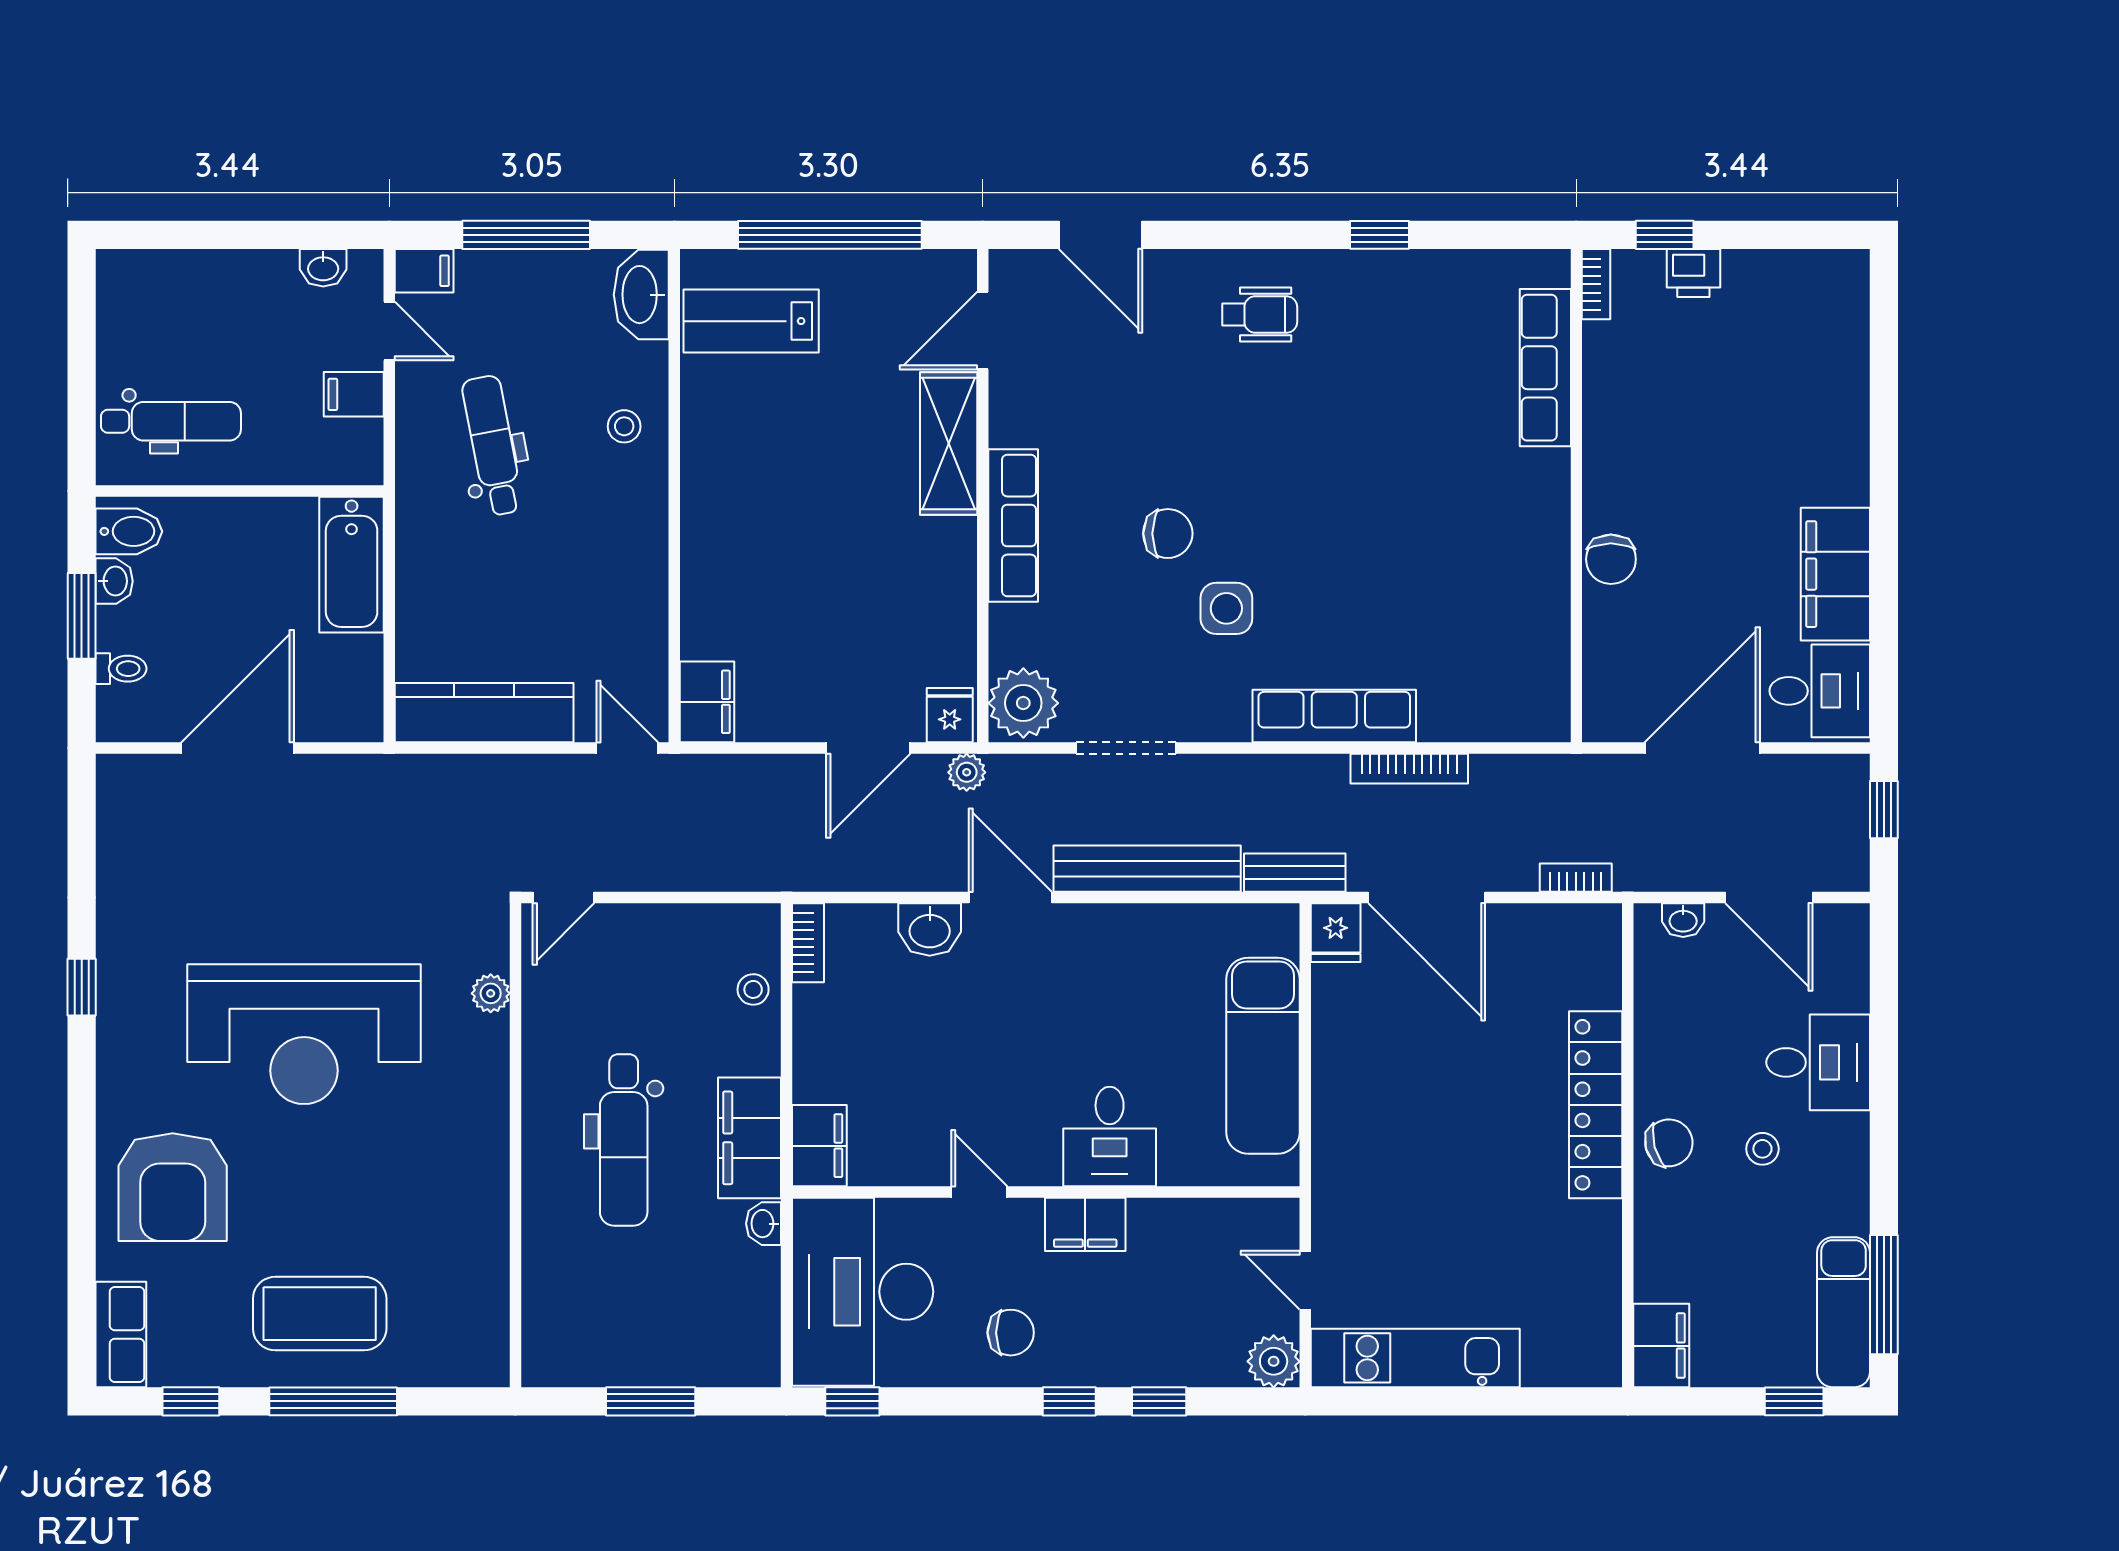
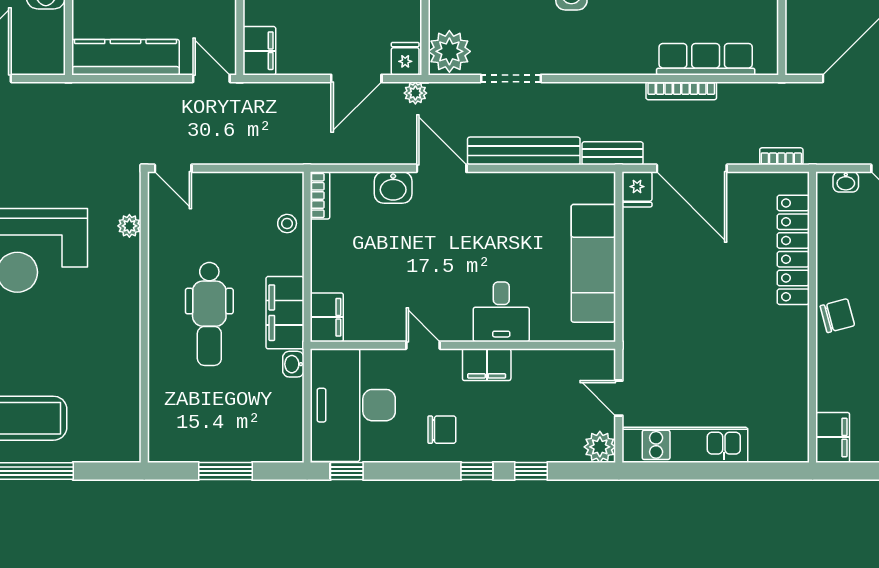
row of seats: (1334, 716) -> (706, 59), moved
door: (563, 898) -> (173, 168), hinge flipped
locker: (1596, 1105) -> (793, 250), moved

